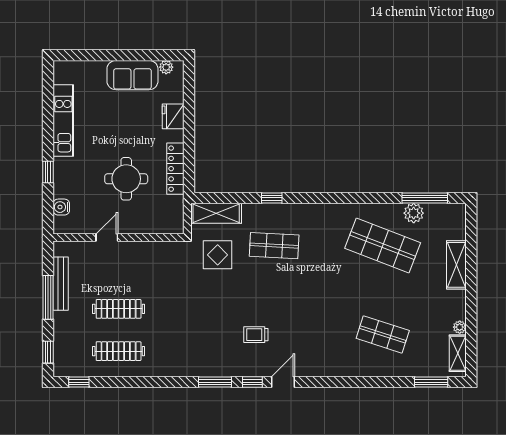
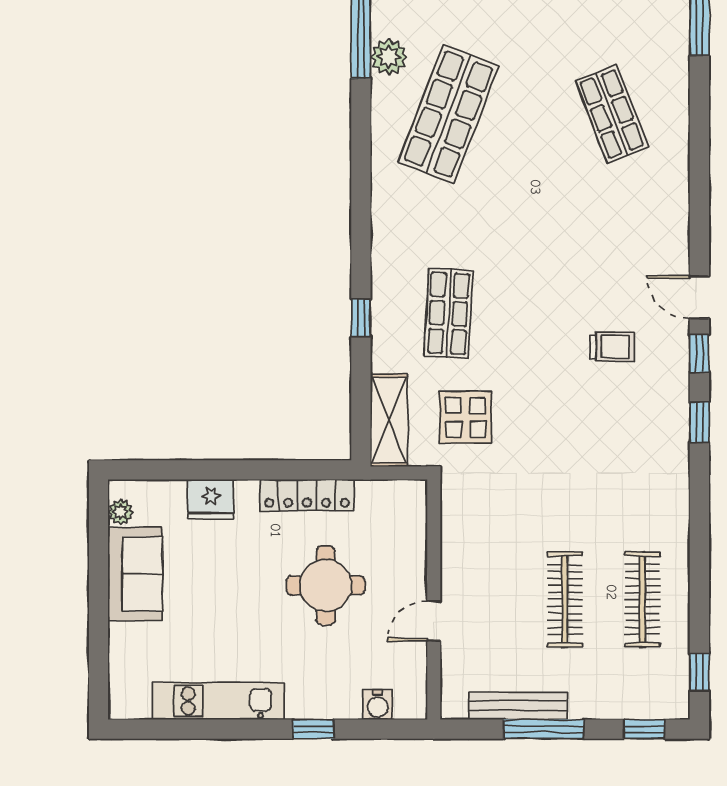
door: (107, 238) -> (434, 621), hinge flipped
shop shelf: (383, 334) -> (612, 114), turned -39
trolley: (256, 335) -> (612, 347), turned -90
window: (215, 382) -> (699, 422), width x0.67

